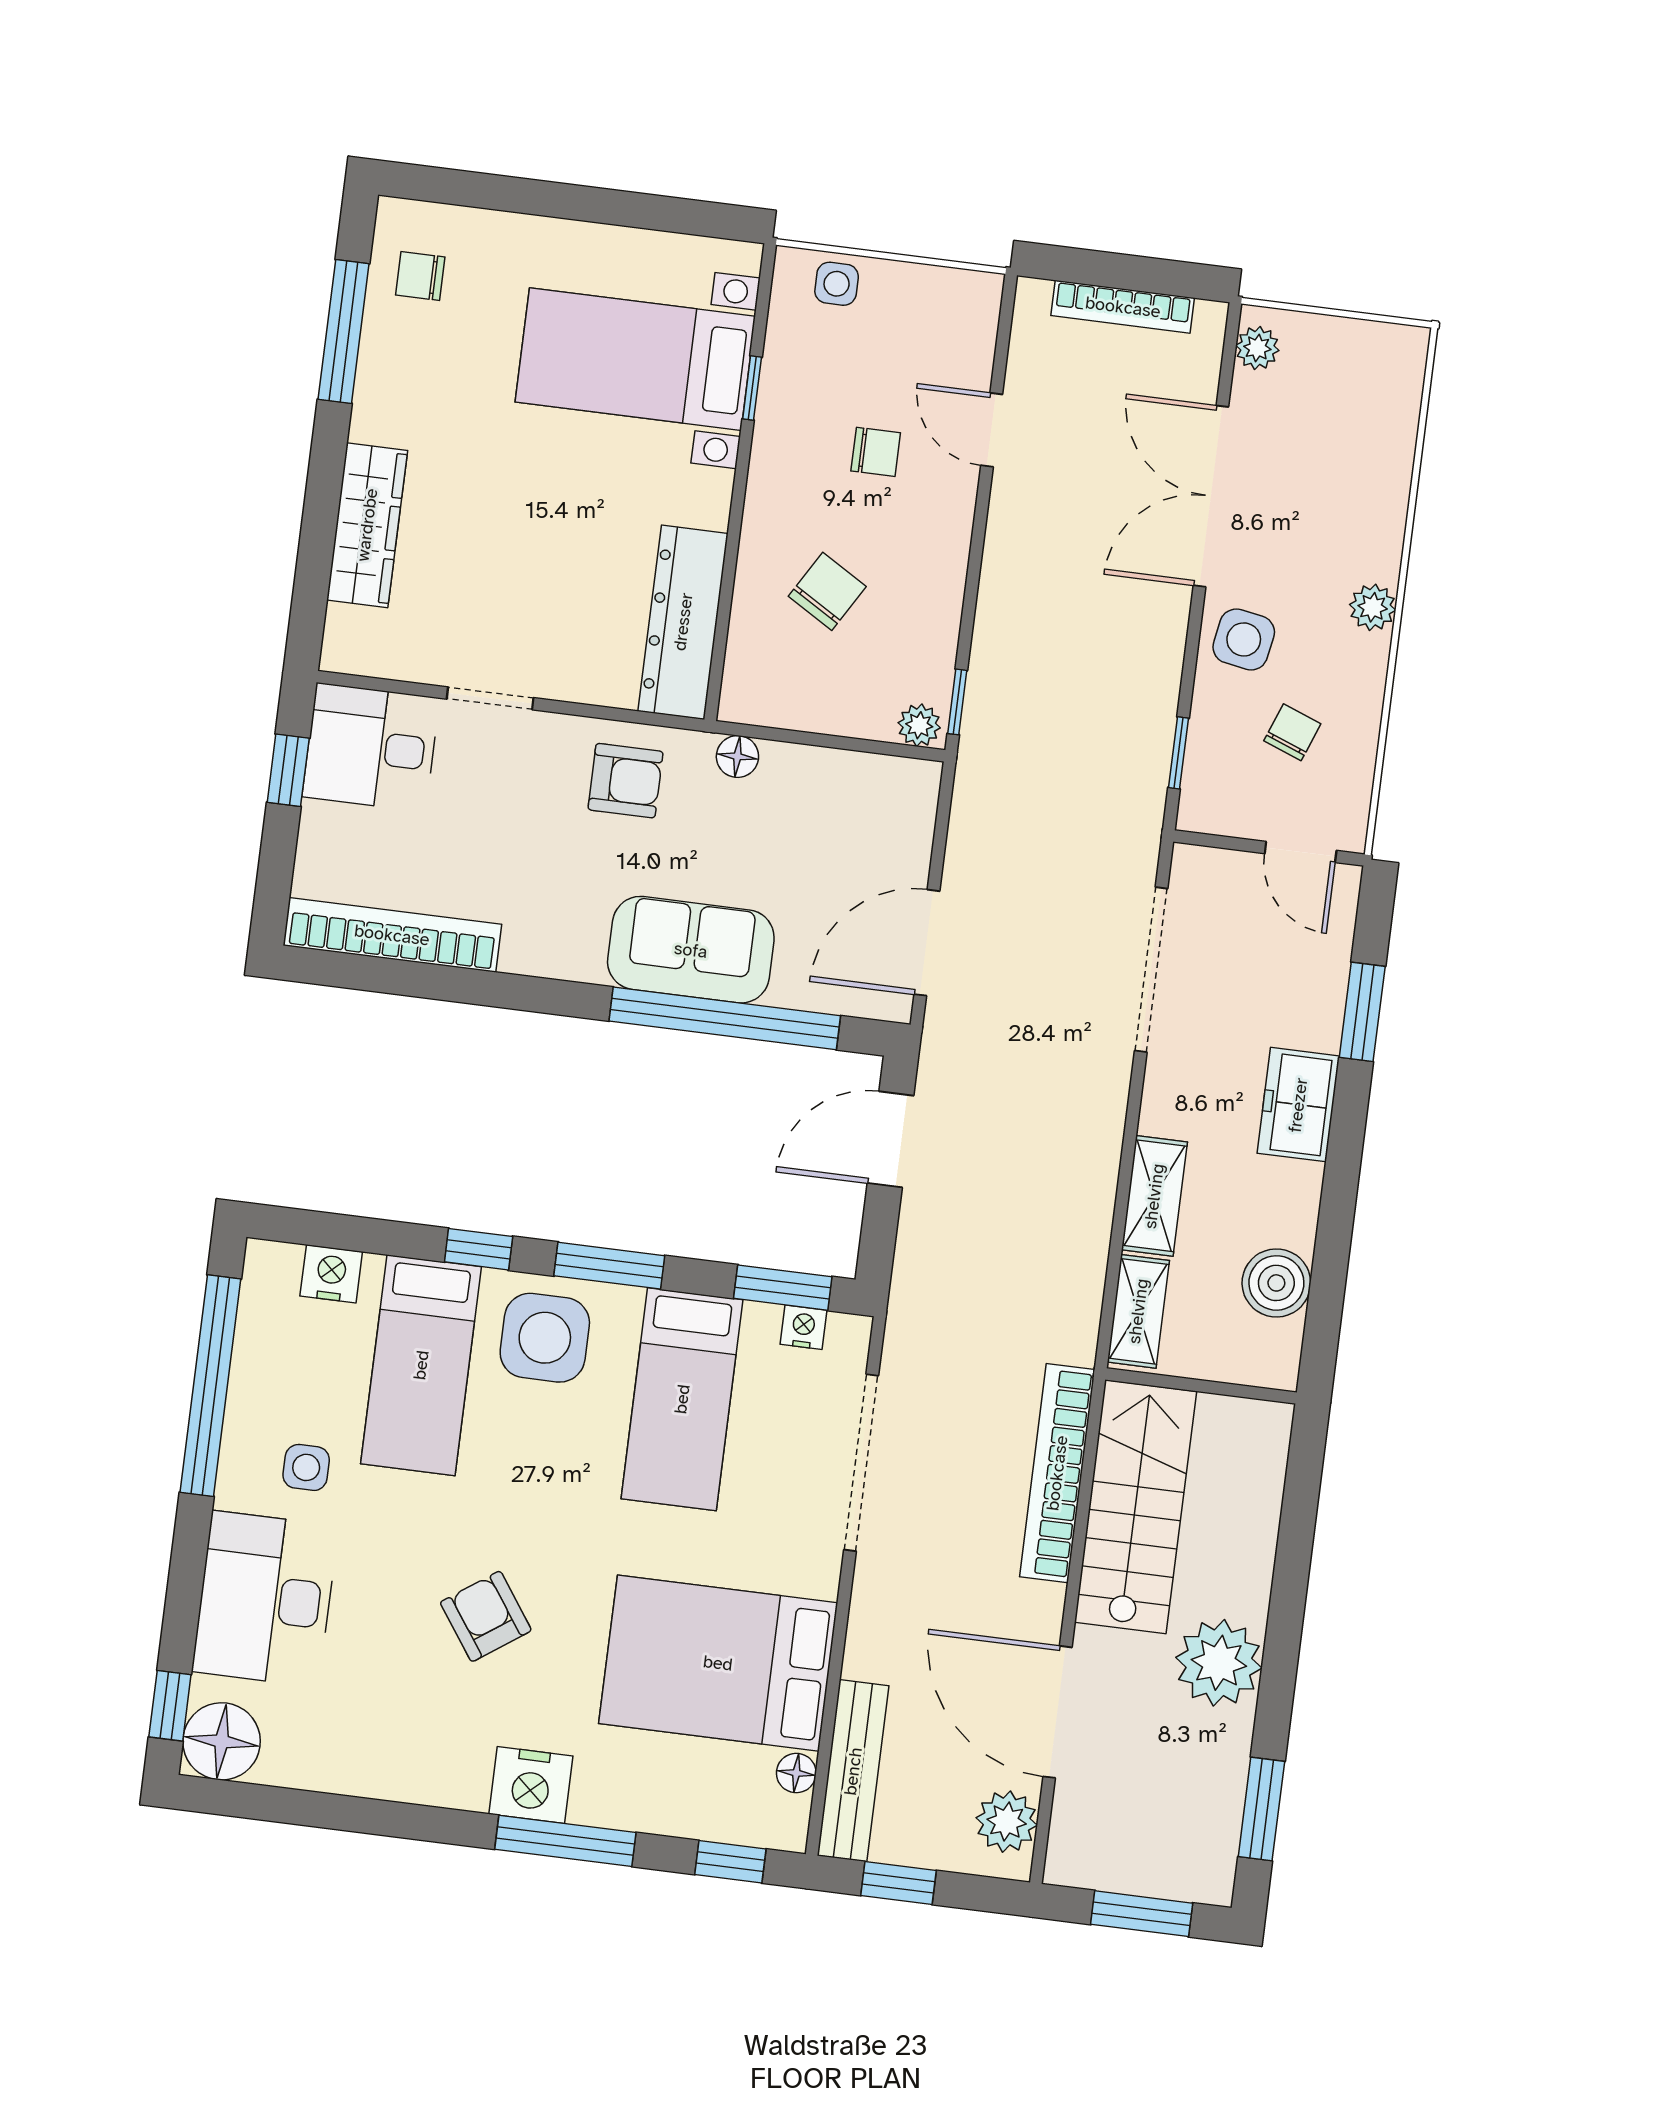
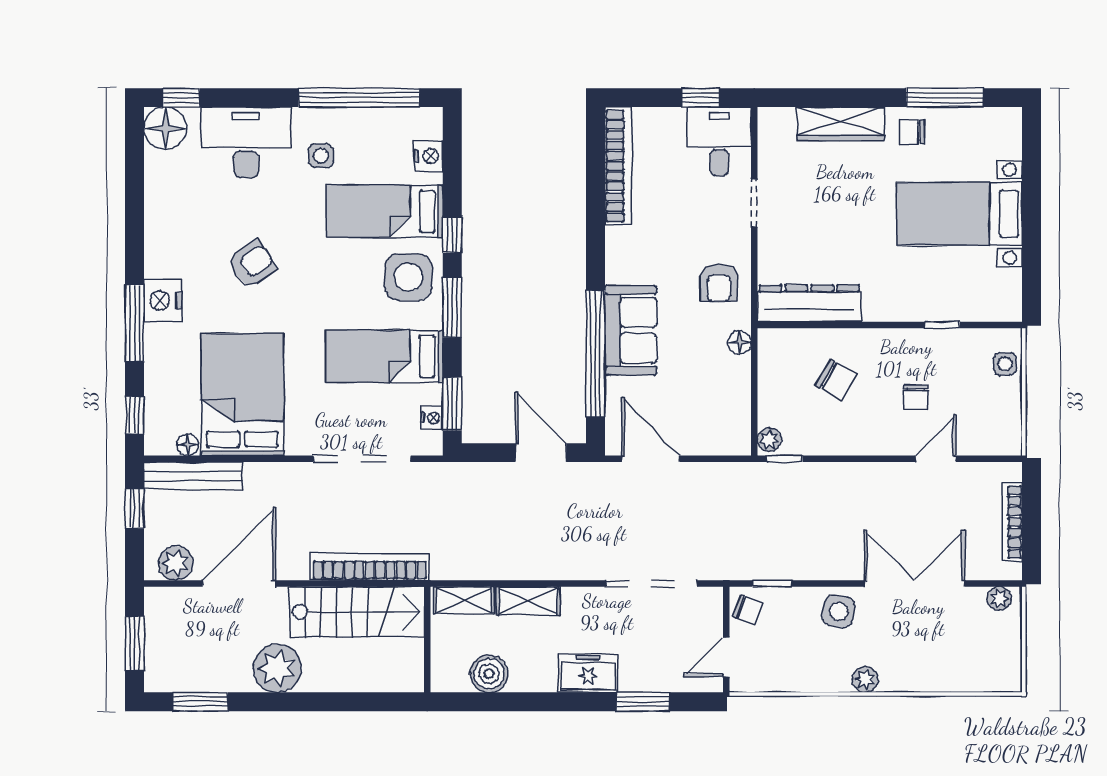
chair: (420, 276) -> (912, 132), moved, turned -90
bed with nightstands: (635, 359) -> (959, 214), moved, turned -90
chair: (1292, 732) -> (748, 610), moved

